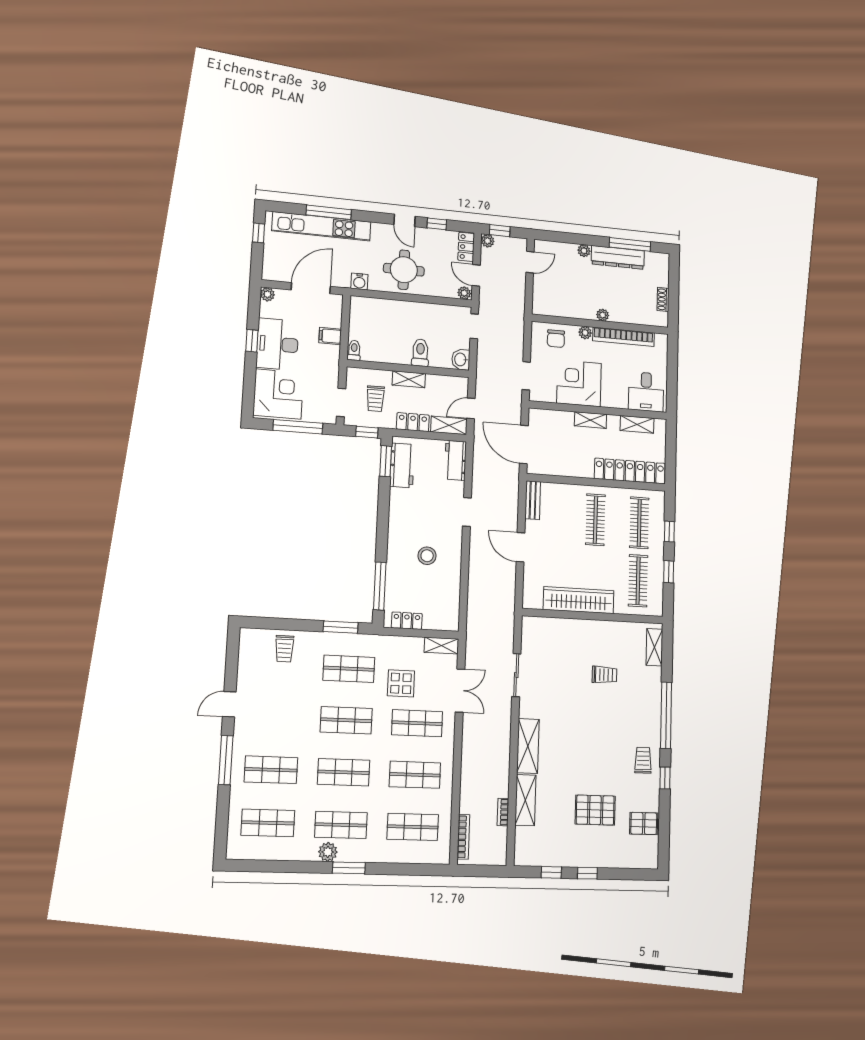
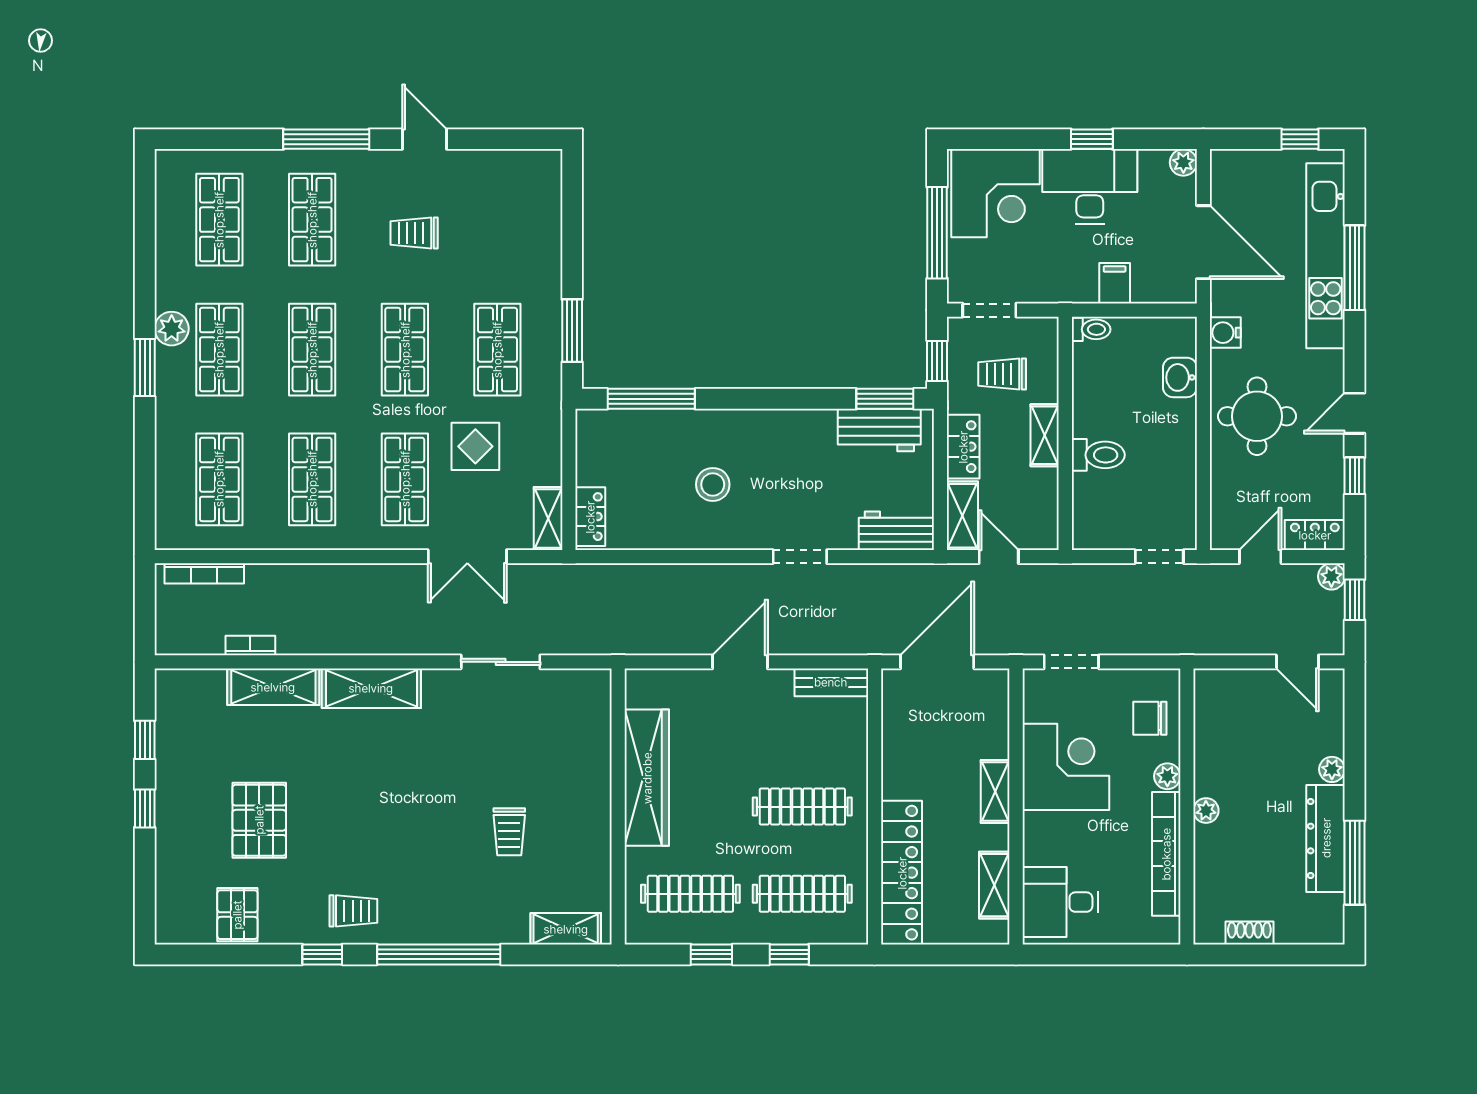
plant: (464, 293) -> (1223, 535), removed
washbasin: (461, 360) -> (1180, 377), moved, turned -90
locker: (407, 621) -> (590, 517), moved
trolley: (284, 649) -> (414, 233), moved

